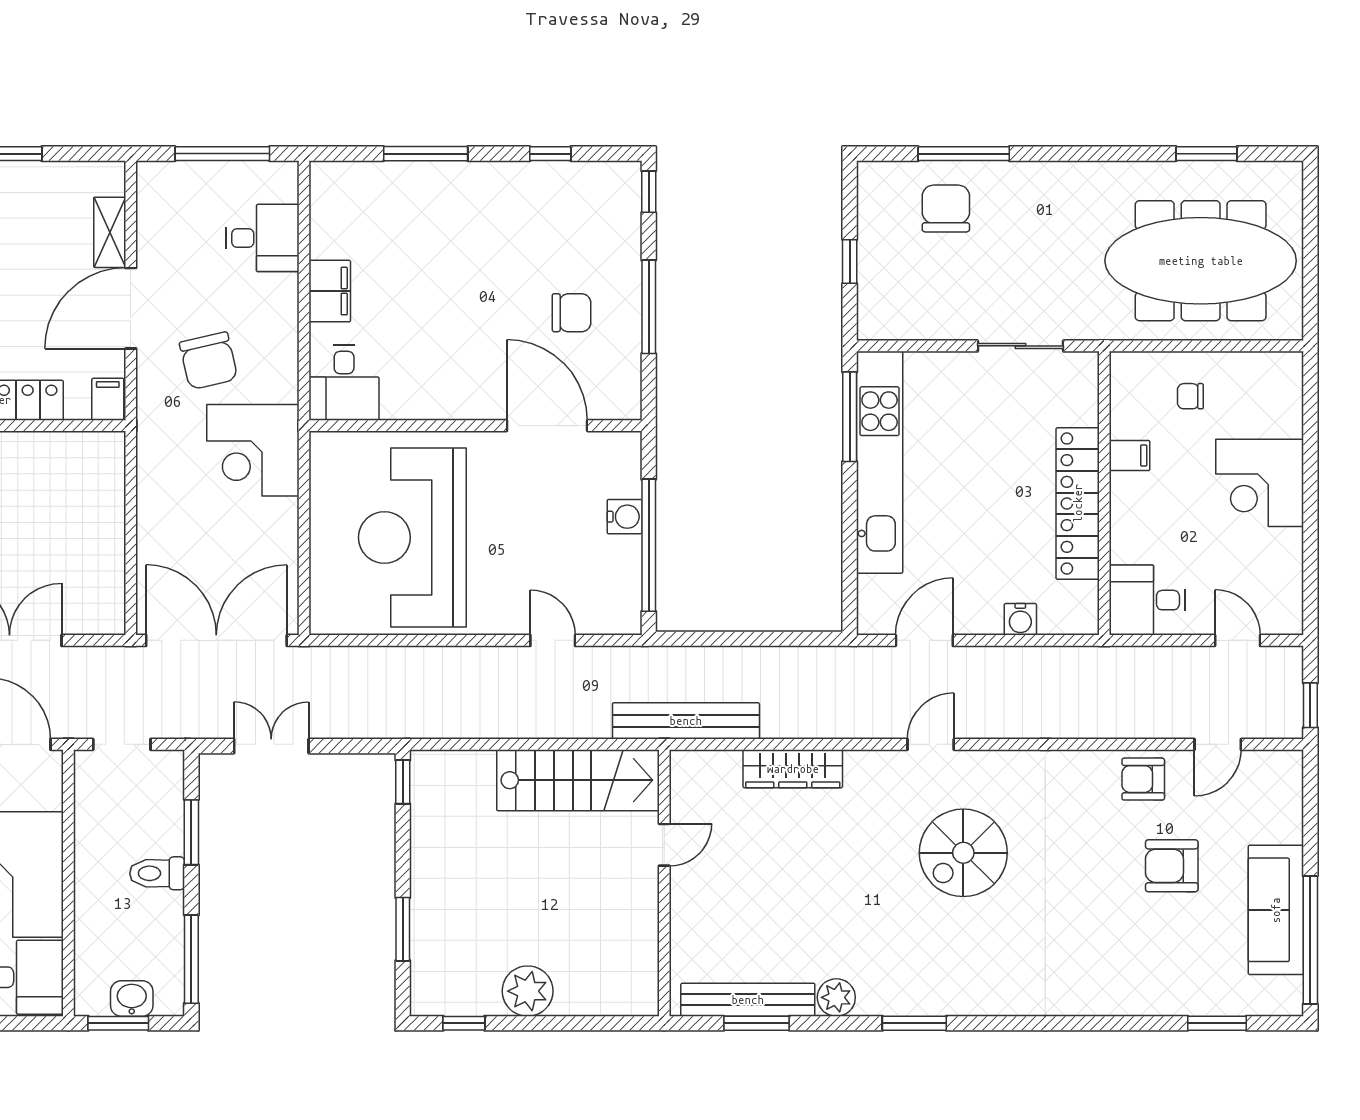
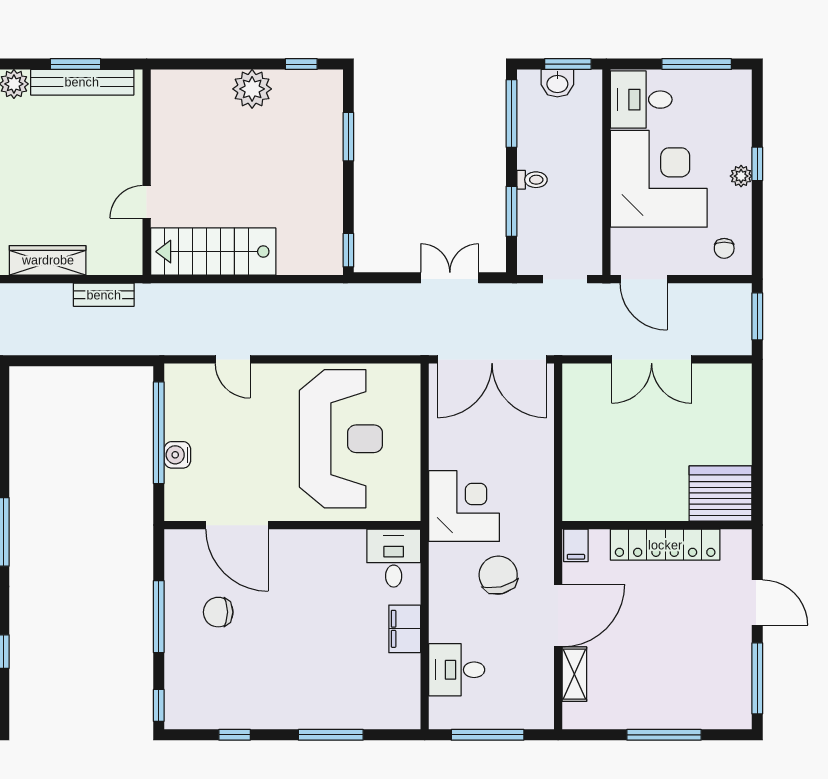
bench: (686, 721) -> (104, 295), width x0.54, depth x0.82
double door: (271, 746) -> (450, 278), swing flipped
toilet: (157, 873) -> (532, 180), width x0.73, depth x0.72

